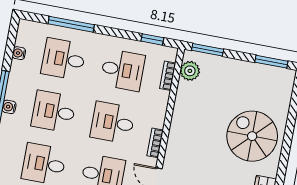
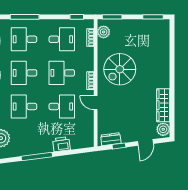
spiral stairs: (252, 136) -> (120, 69), moved, turned -90

